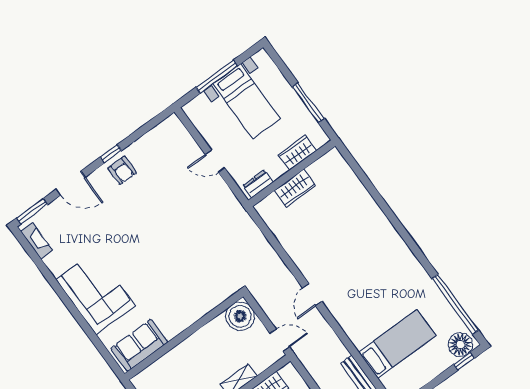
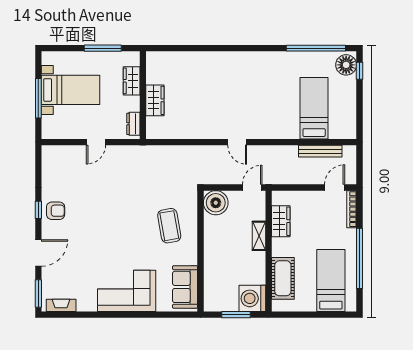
coffee table: (186, 288) -> (169, 226), added

